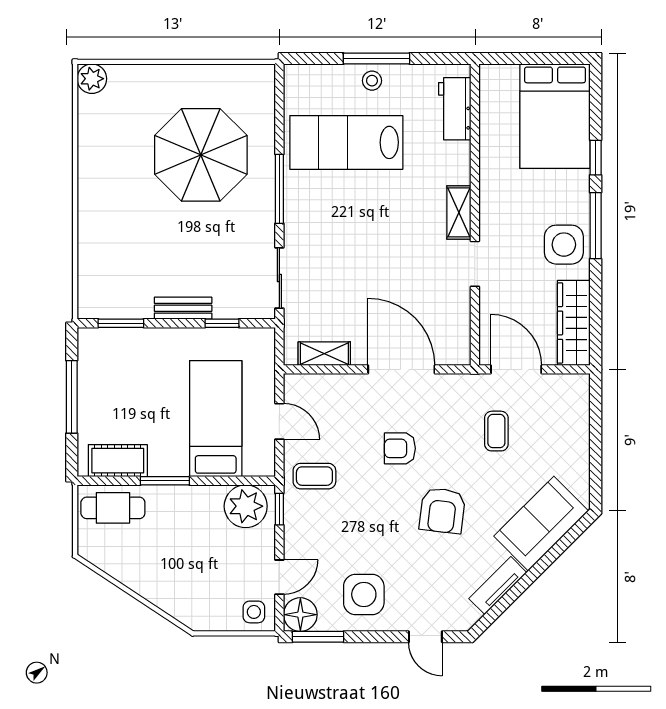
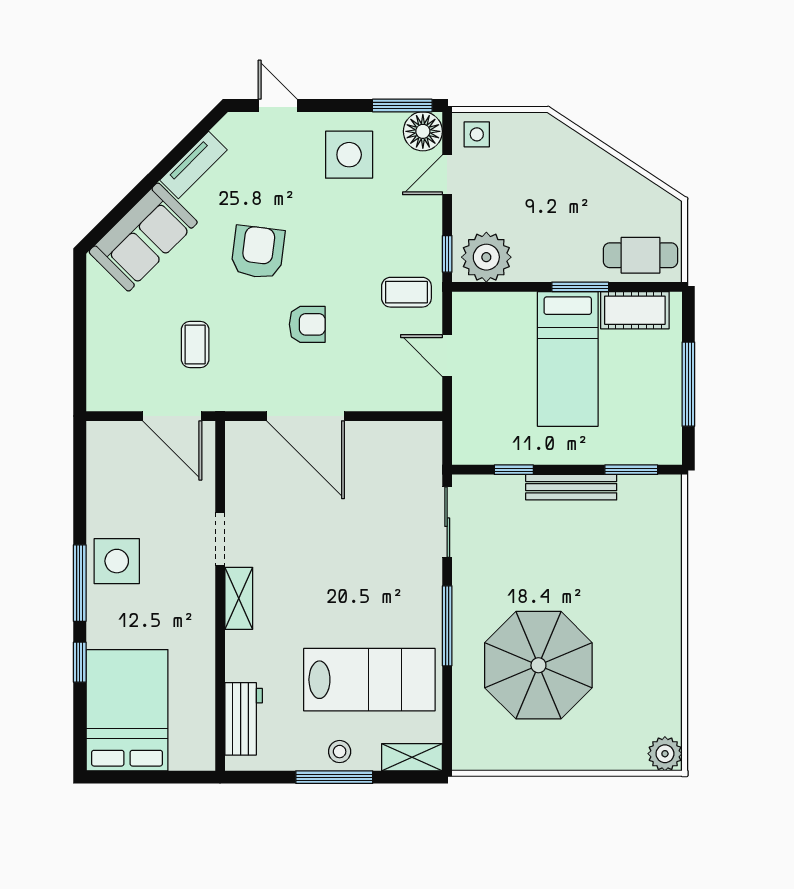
bench: (183, 308) -> (571, 487), width x1.36
wardrobe: (574, 323) -> (105, 470), removed
shelving: (324, 354) -> (412, 757), moved
bed: (216, 419) -> (568, 359), moved

